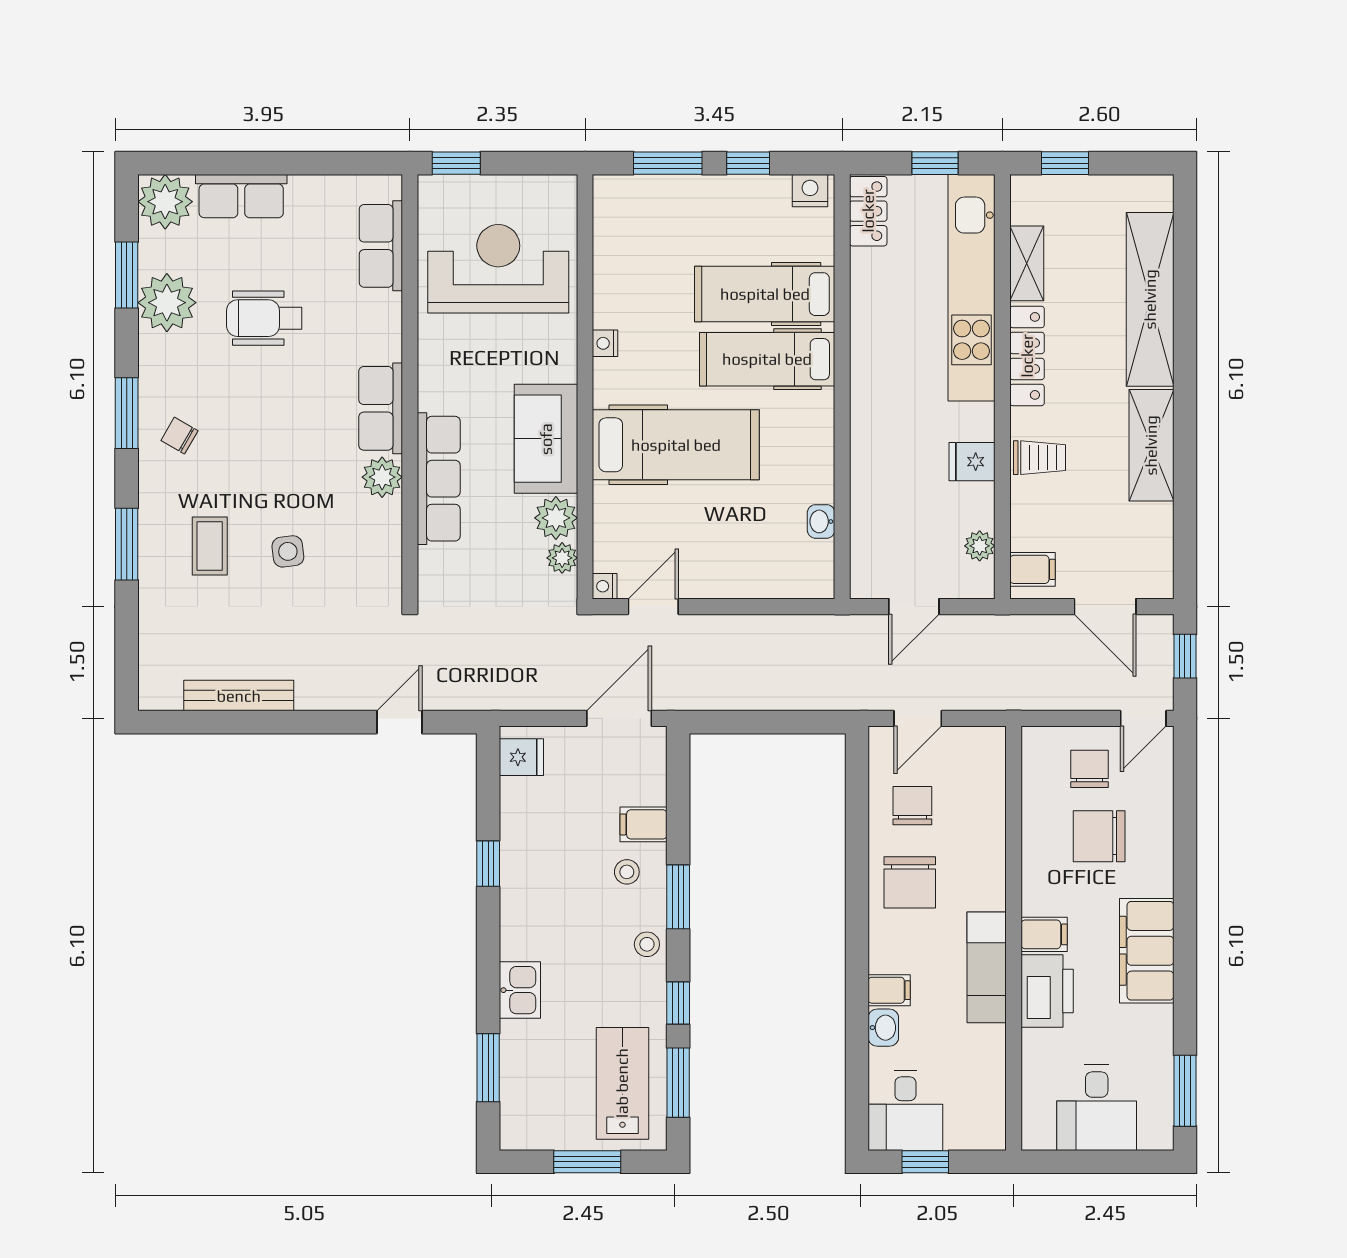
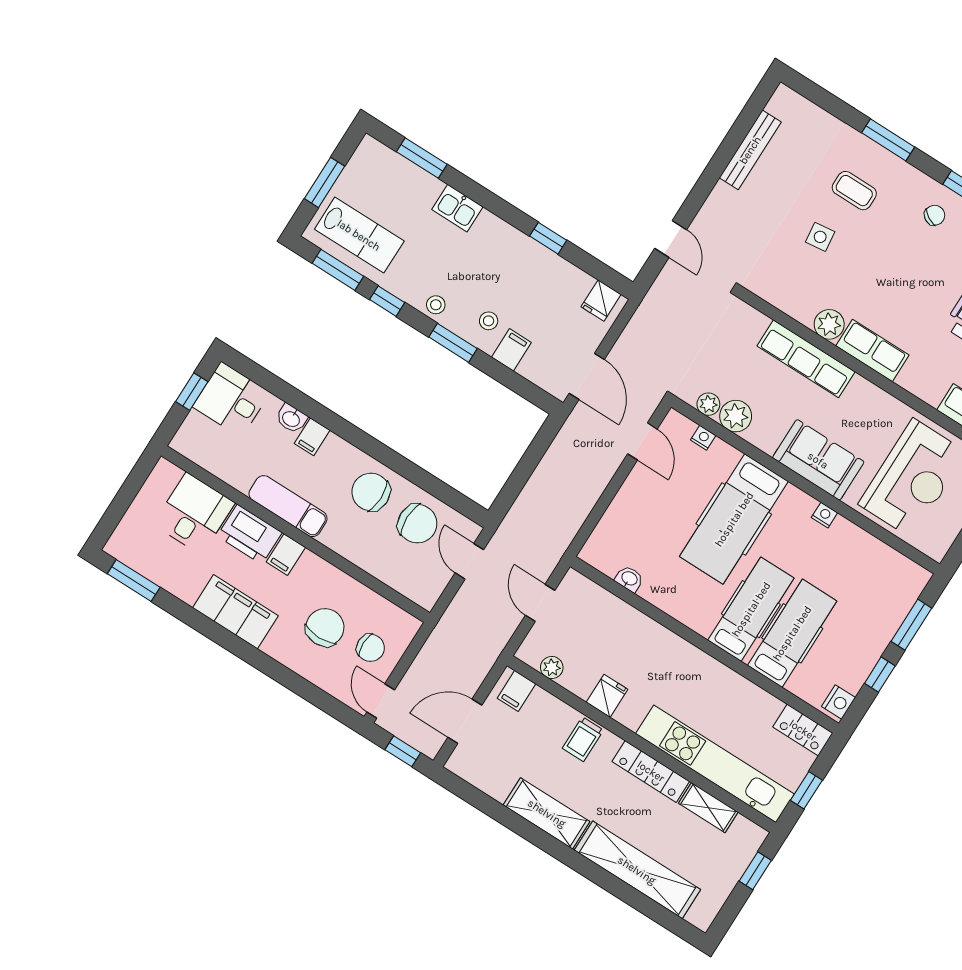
sofa: (546, 439) -> (818, 460), moved
nightstand: (605, 586) -> (703, 438), moved
chair: (912, 806) -> (417, 524), width x1.37, depth x1.37
desk: (1097, 1108) -> (194, 514), moved, turned 90

